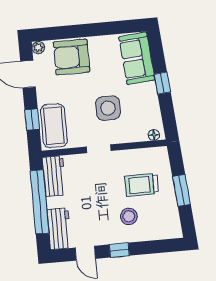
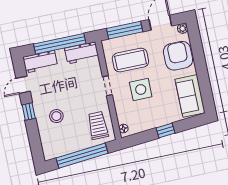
sofa: (137, 58) -> (190, 96), moved, turned -85
window: (32, 119) -> (125, 30), width x2.17
coffee table: (54, 126) -> (130, 60), moved
trolley: (142, 185) -> (98, 125), moved
window: (181, 190) -> (82, 156), width x2.11

